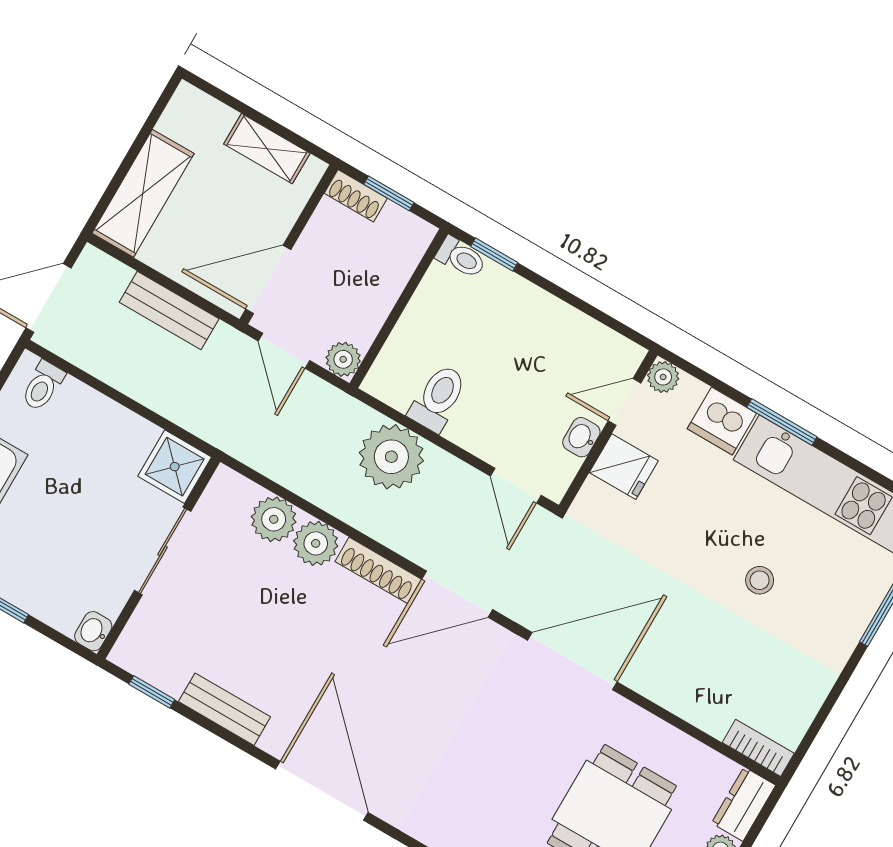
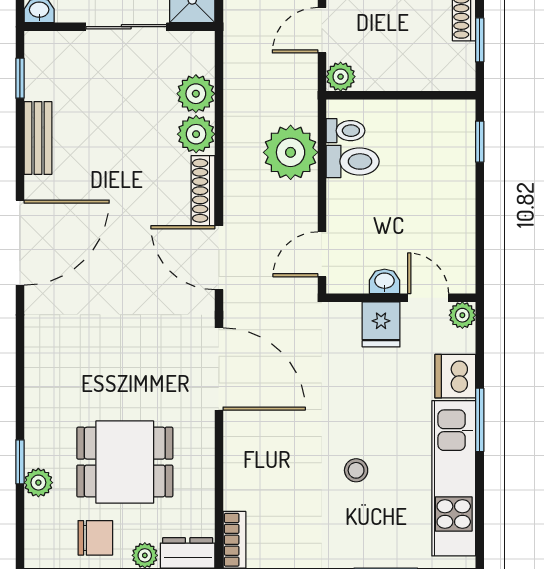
toilet: (461, 258) -> (345, 131), moved, turned -90

